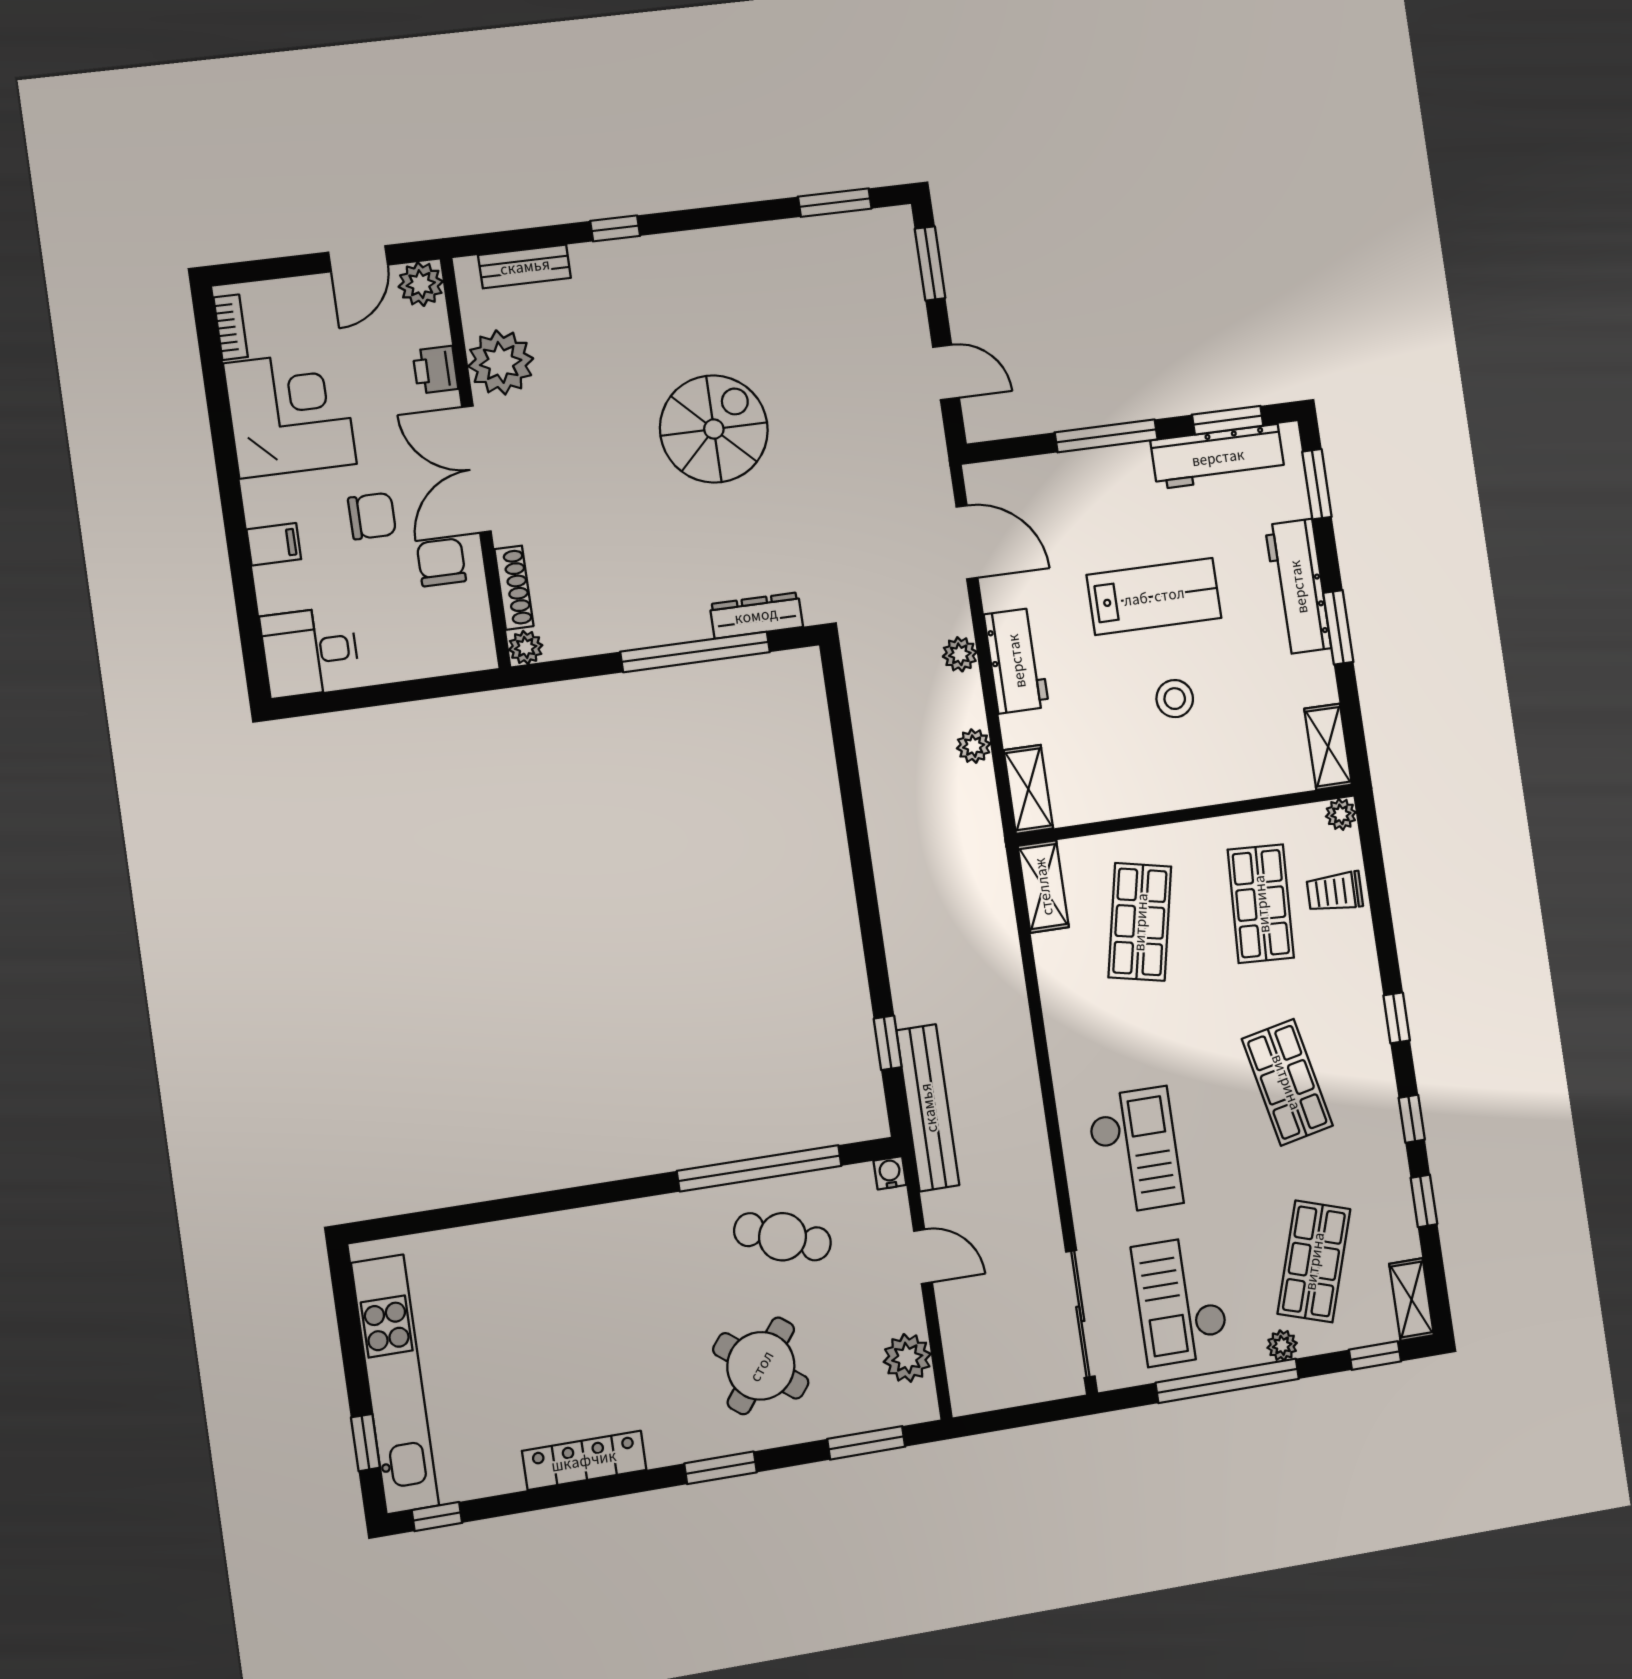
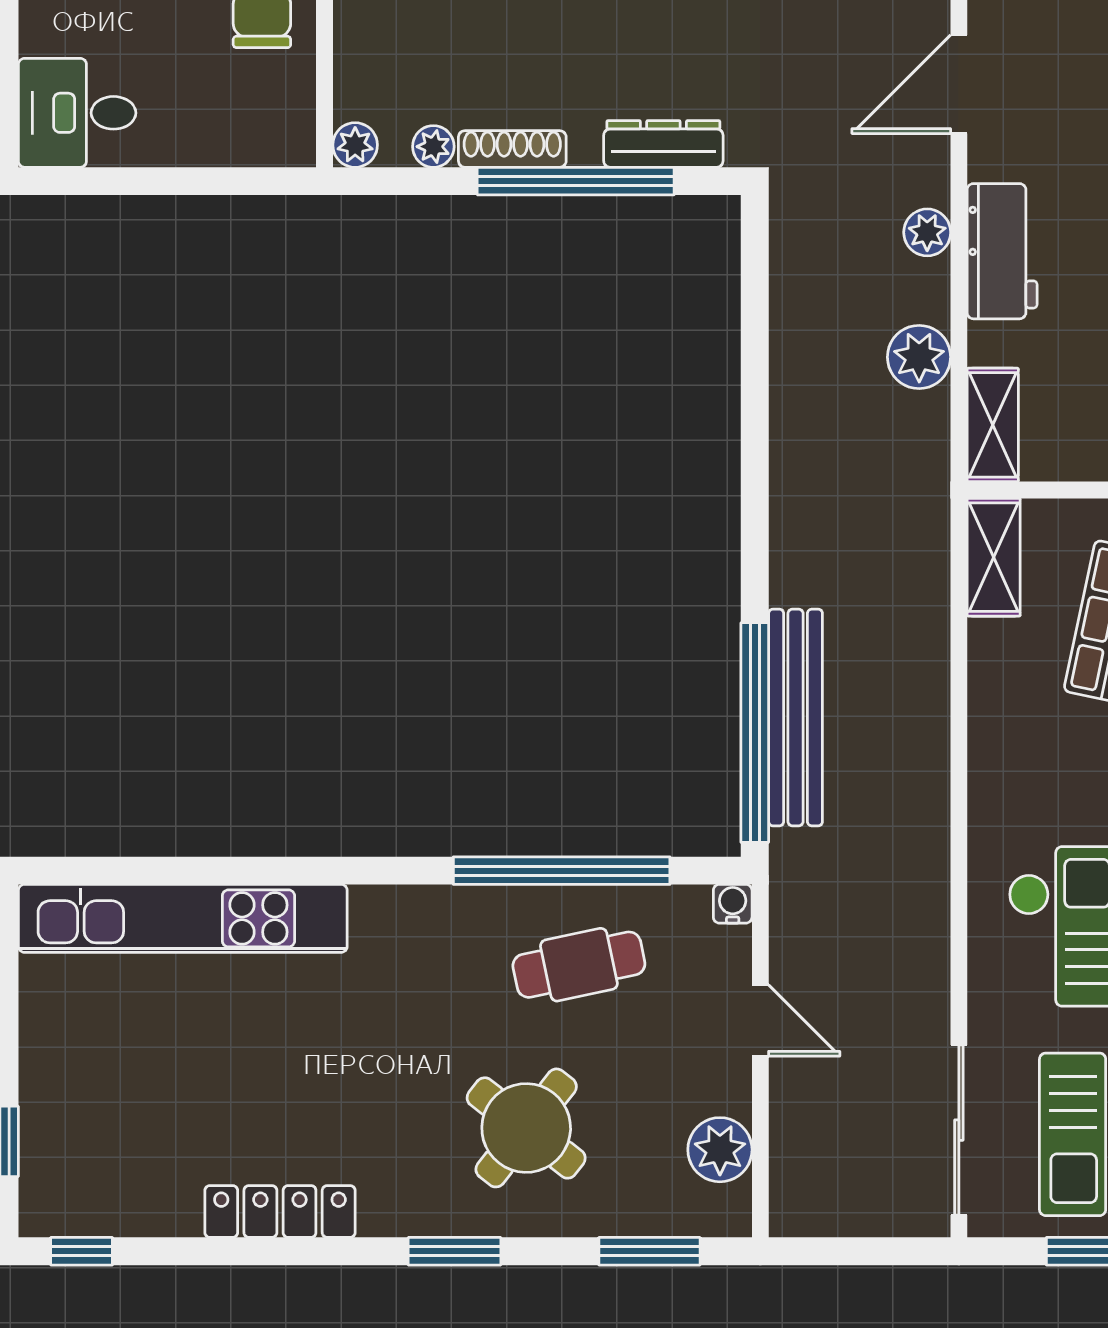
door: (967, 542) -> (959, 84), swing flipped
shoe rack: (514, 588) -> (512, 149), moved, turned -90
plant: (585, 641) -> (433, 147), added
plant: (974, 746) -> (919, 357), width x1.38, depth x1.38
window: (888, 1043) -> (755, 733), width x3.17
bench: (928, 1108) -> (796, 717), moved
cafe table: (782, 1237) -> (579, 965), turned -33
kitchen unit: (395, 1384) -> (183, 918), moved, turned 90

